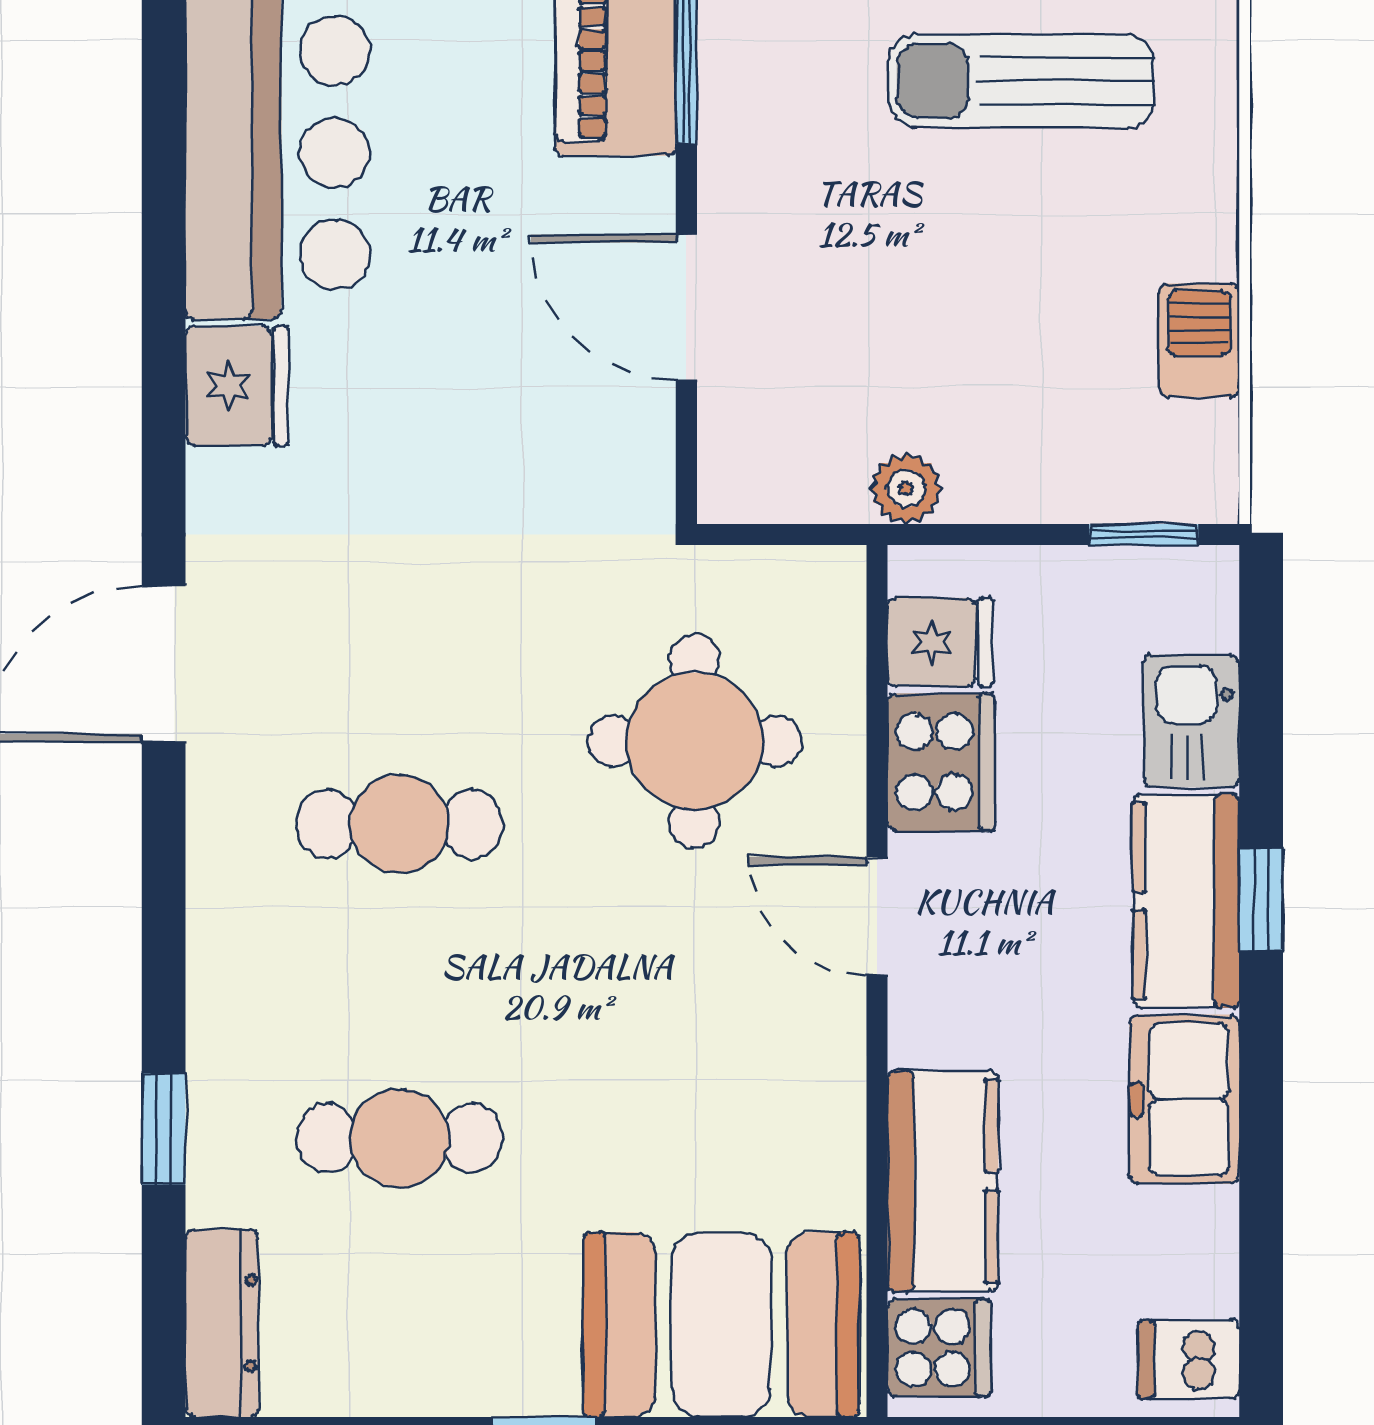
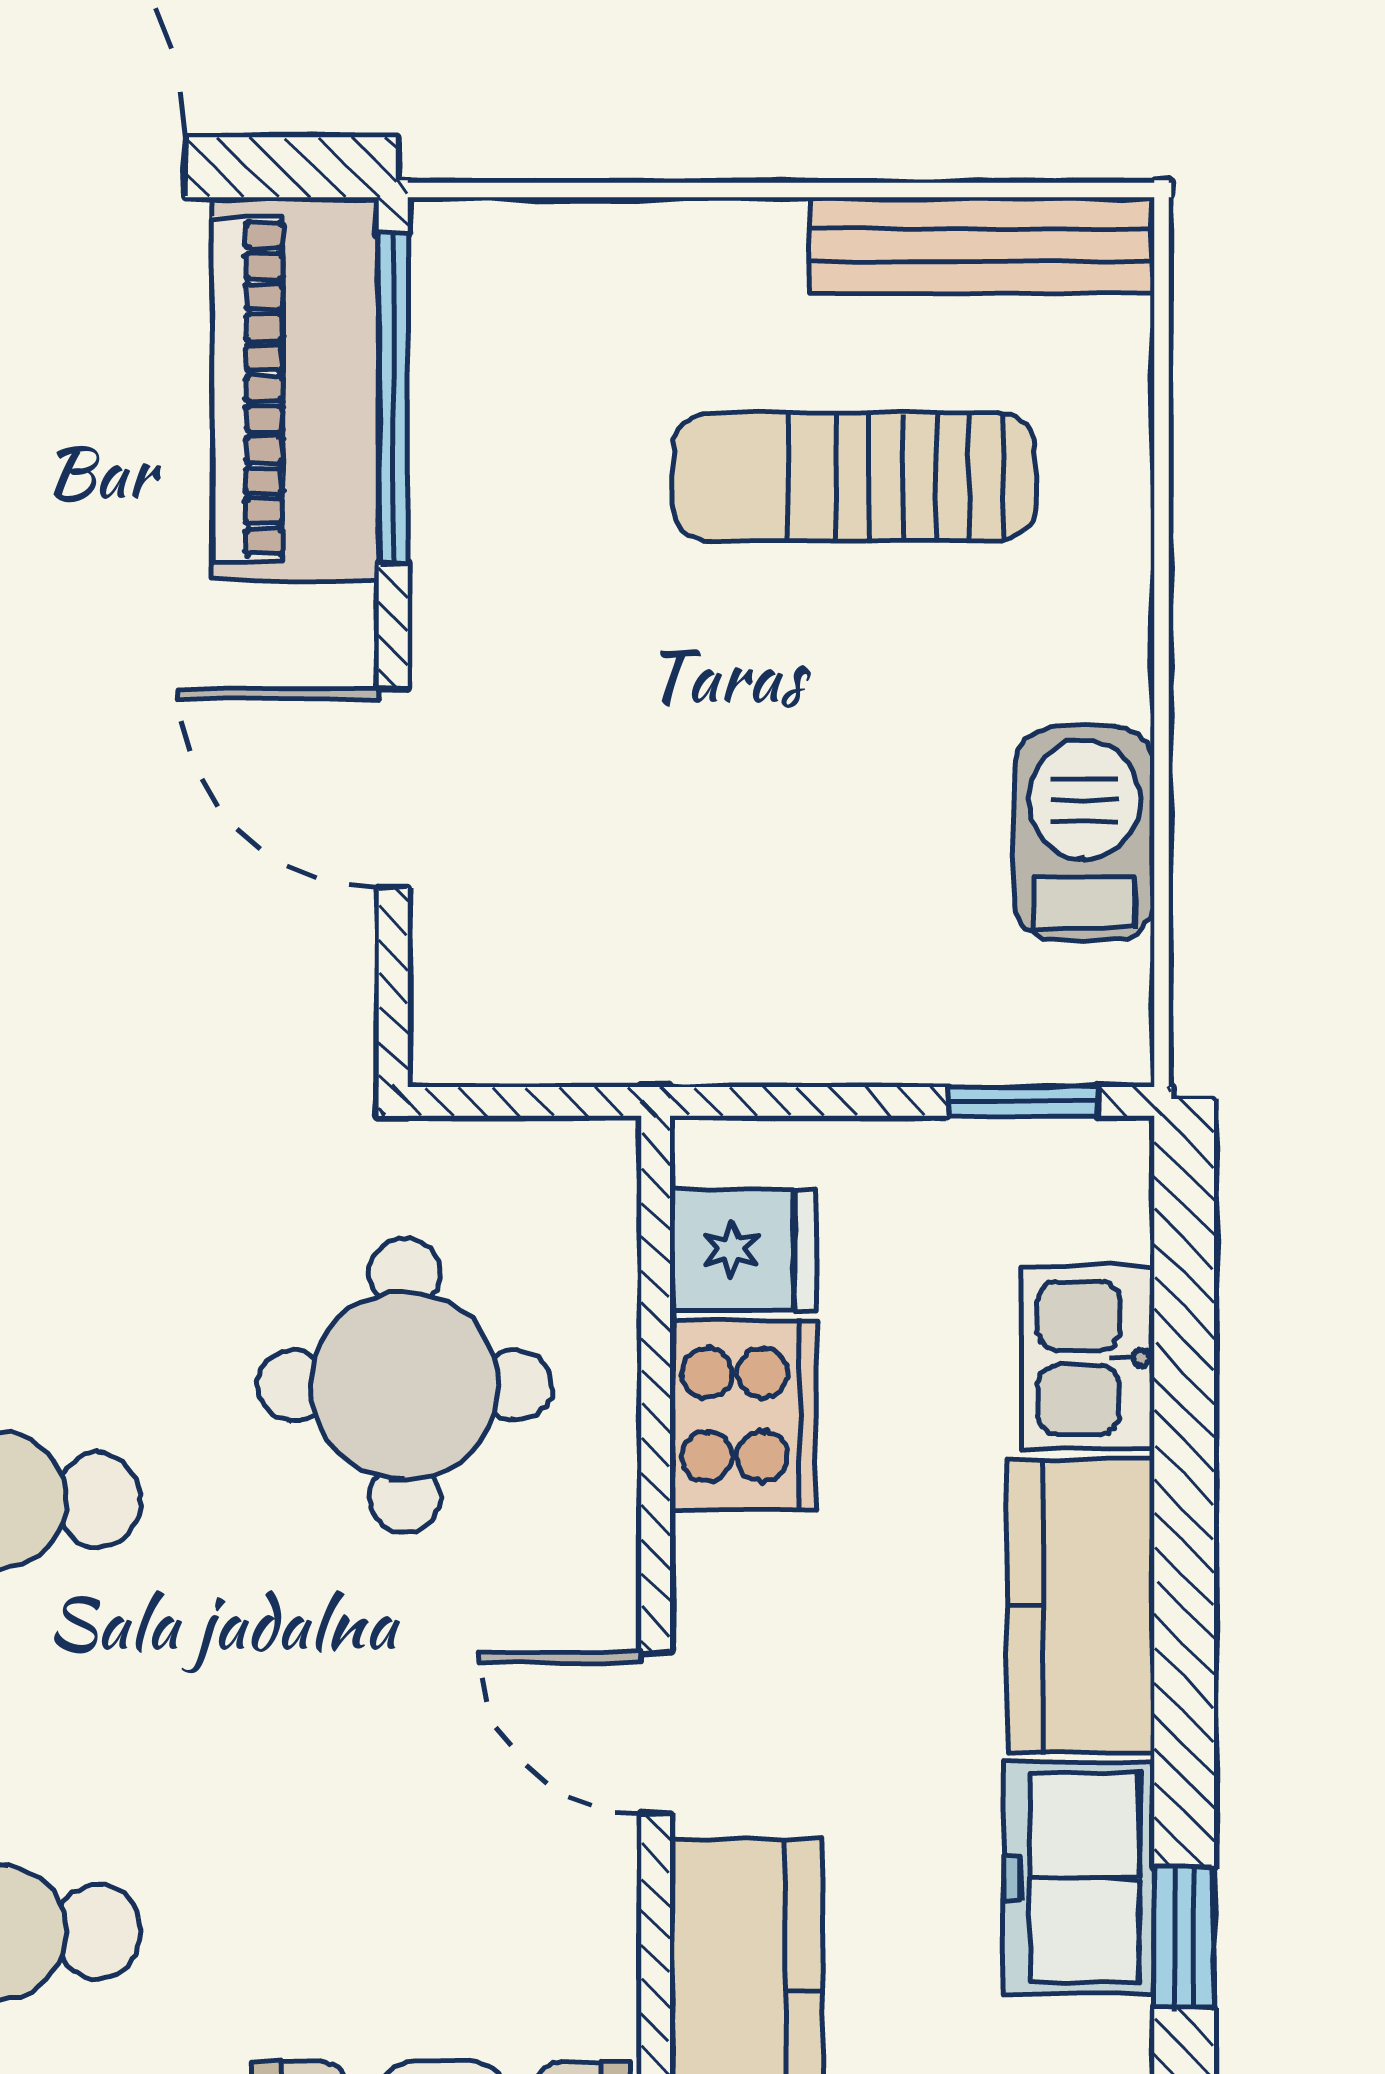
barbecue: (1199, 340) -> (1084, 834), width x1.38, depth x1.27
plant: (906, 488) -> (696, 1038), removed
window: (1261, 899) -> (1184, 1937), moved
door: (877, 916) -> (656, 1733), moved

